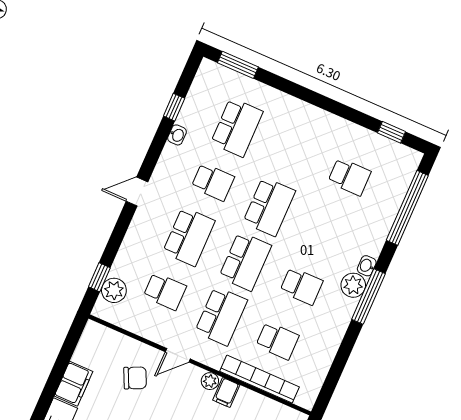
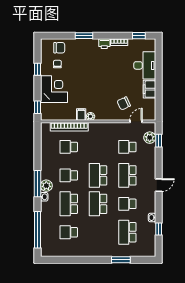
window: (238, 65) -> (121, 260), moved
window: (391, 132) -> (59, 260), removed
school desk: (221, 316) -> (69, 204), moved
door: (178, 355) -> (136, 121), moved

